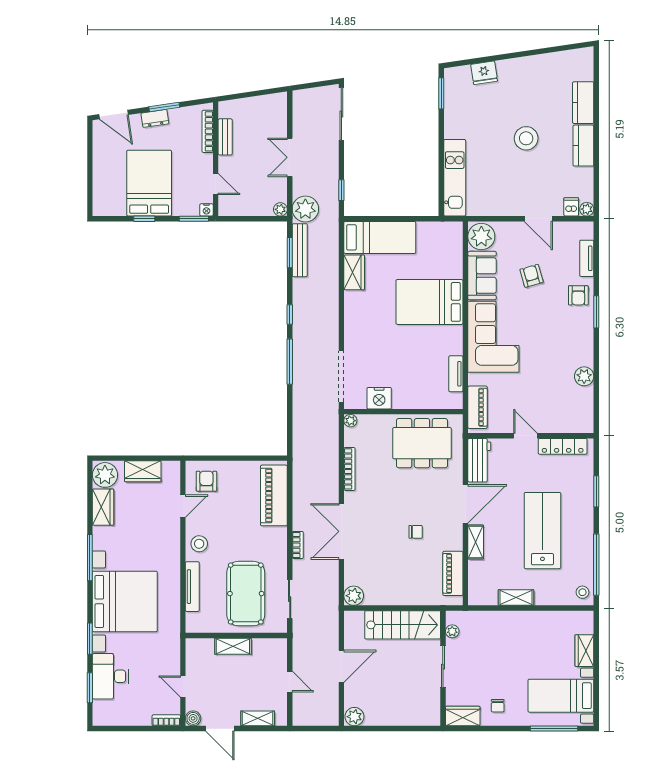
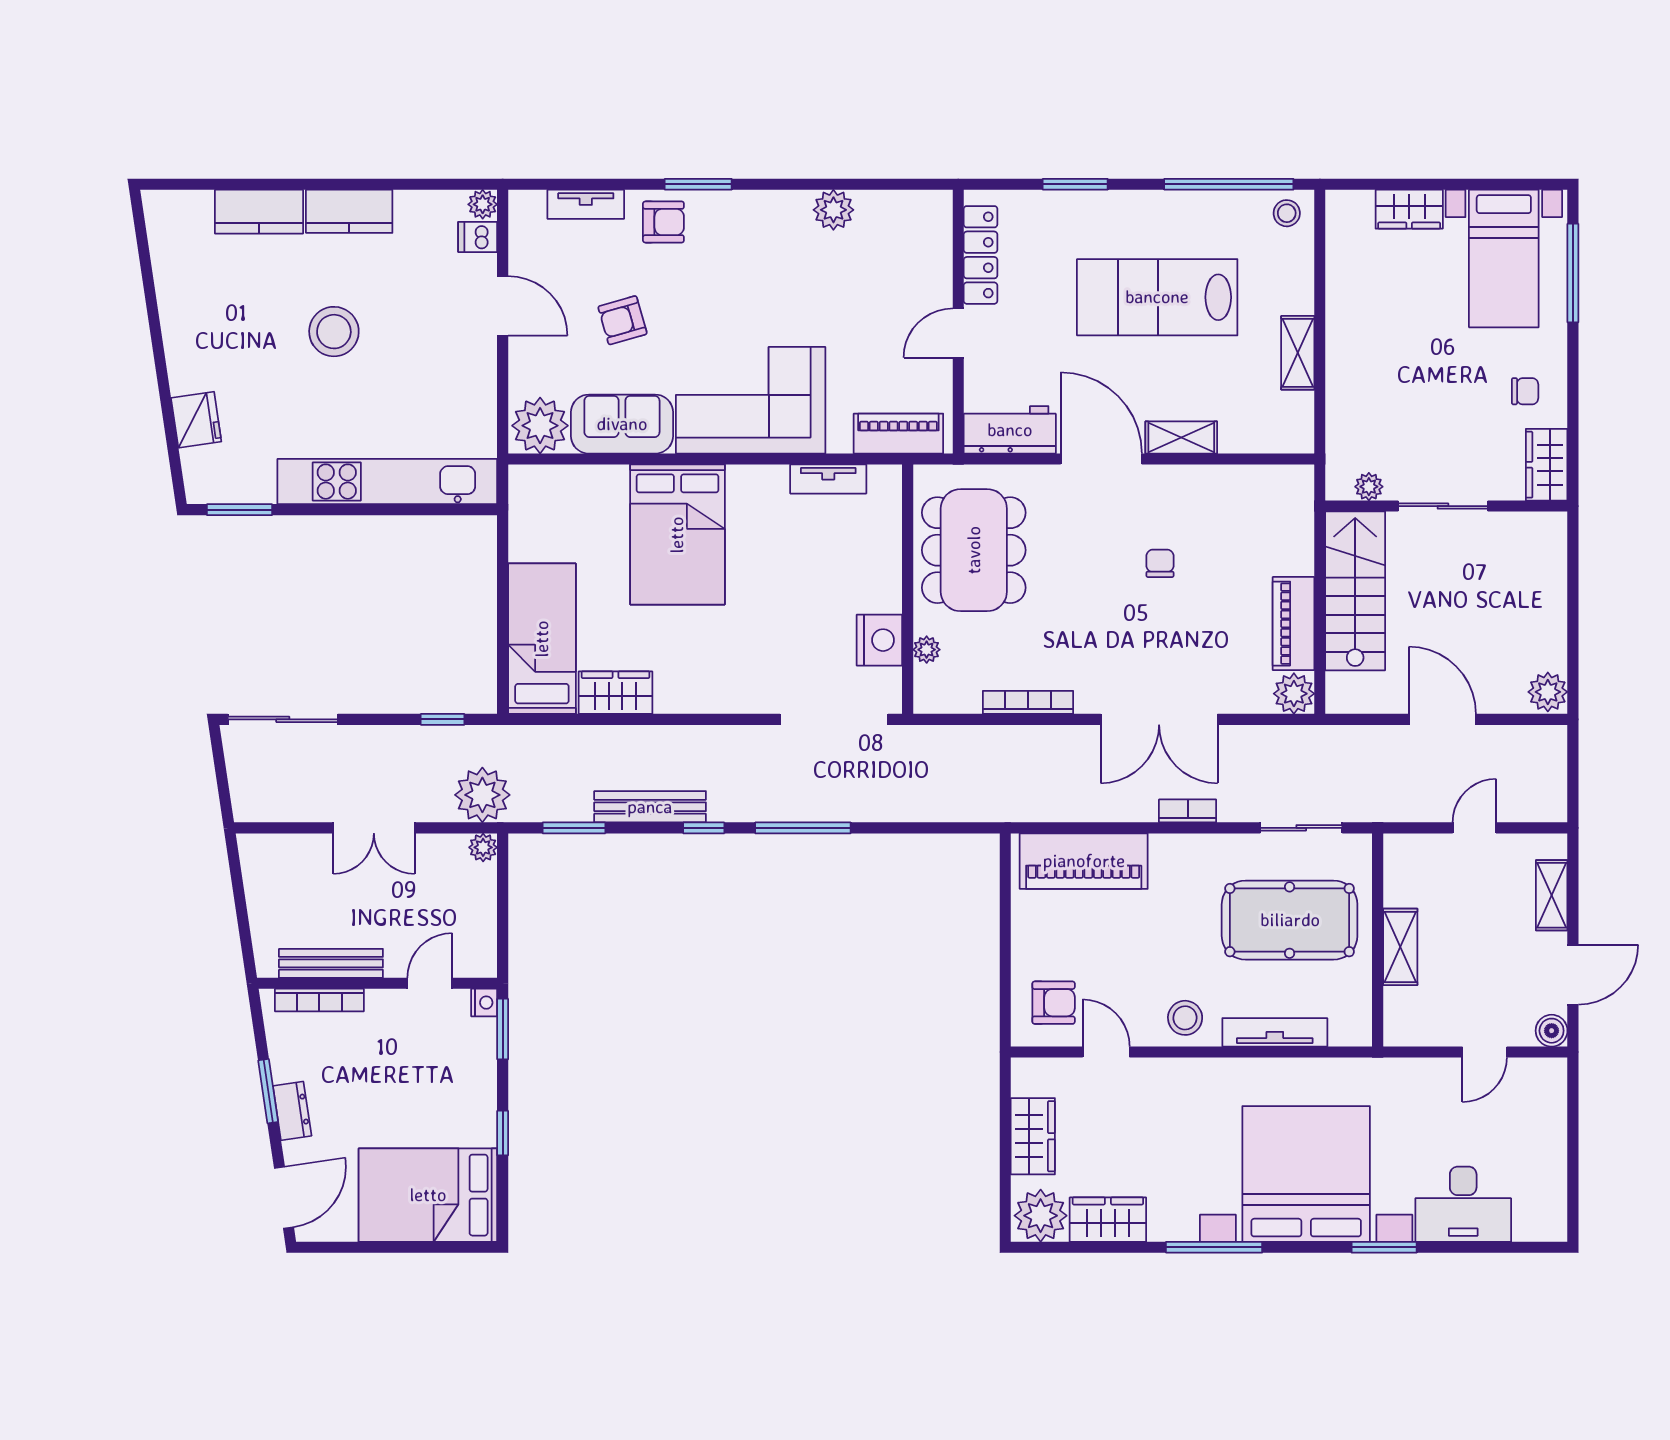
bench: (225, 137) -> (331, 963), width x1.36
kitchen unit: (455, 178) -> (387, 482), width x1.36
bed: (149, 183) -> (428, 1195), moved
door: (538, 219) -> (503, 306), hinge flipped
bench: (300, 250) -> (650, 807), moved
plant: (350, 421) -> (927, 650), moved
armchair: (206, 481) -> (1054, 1003), turned 180
piano: (453, 573) -> (1294, 624), moved, turned 90
window: (90, 688) -> (1487, 1247), removed
bookcase: (166, 720) -> (1556, 1087), removed

